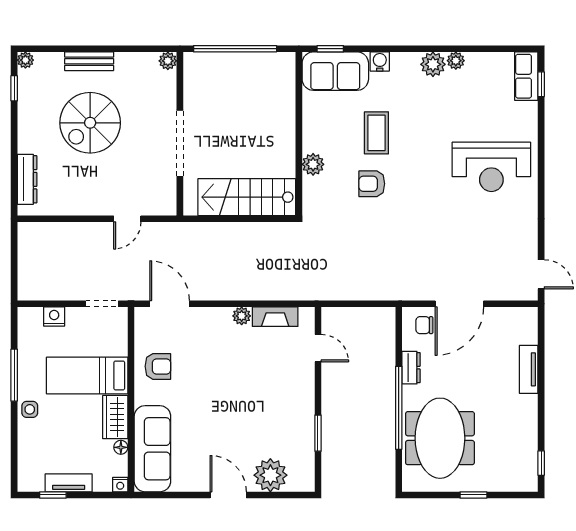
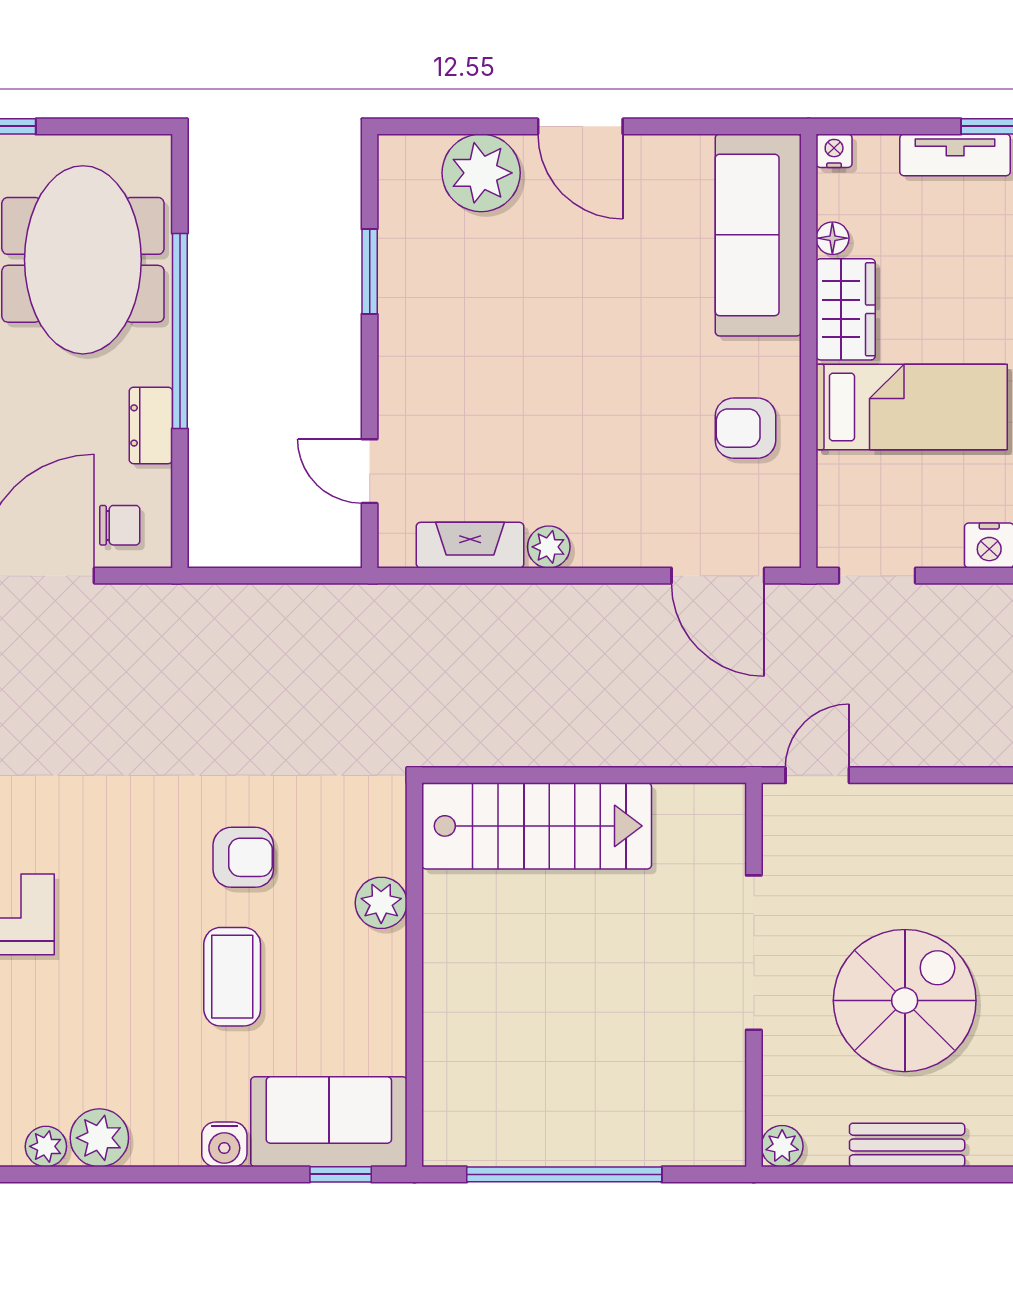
plant: (168, 61) -> (782, 1146), moved
wall: (180, 134) -> (754, 975), moved
doorway: (180, 143) -> (754, 953), moved

